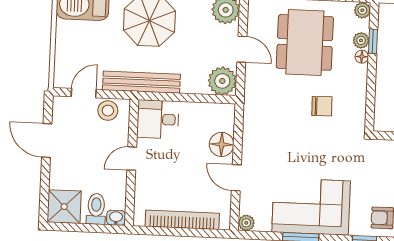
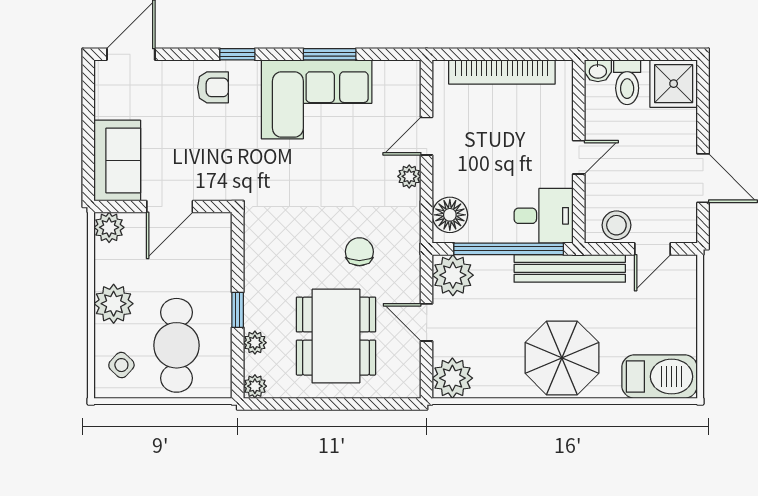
window: (373, 41) -> (238, 310), moved
floor lamp: (362, 57) -> (253, 319), removed
window: (183, 97) -> (509, 249), added
chair: (322, 106) -> (359, 252), moved, turned 91
floor lamp: (222, 144) -> (450, 215), moved
door: (236, 178) -> (427, 136), swing flipped
plant: (246, 223) -> (409, 176), moved

